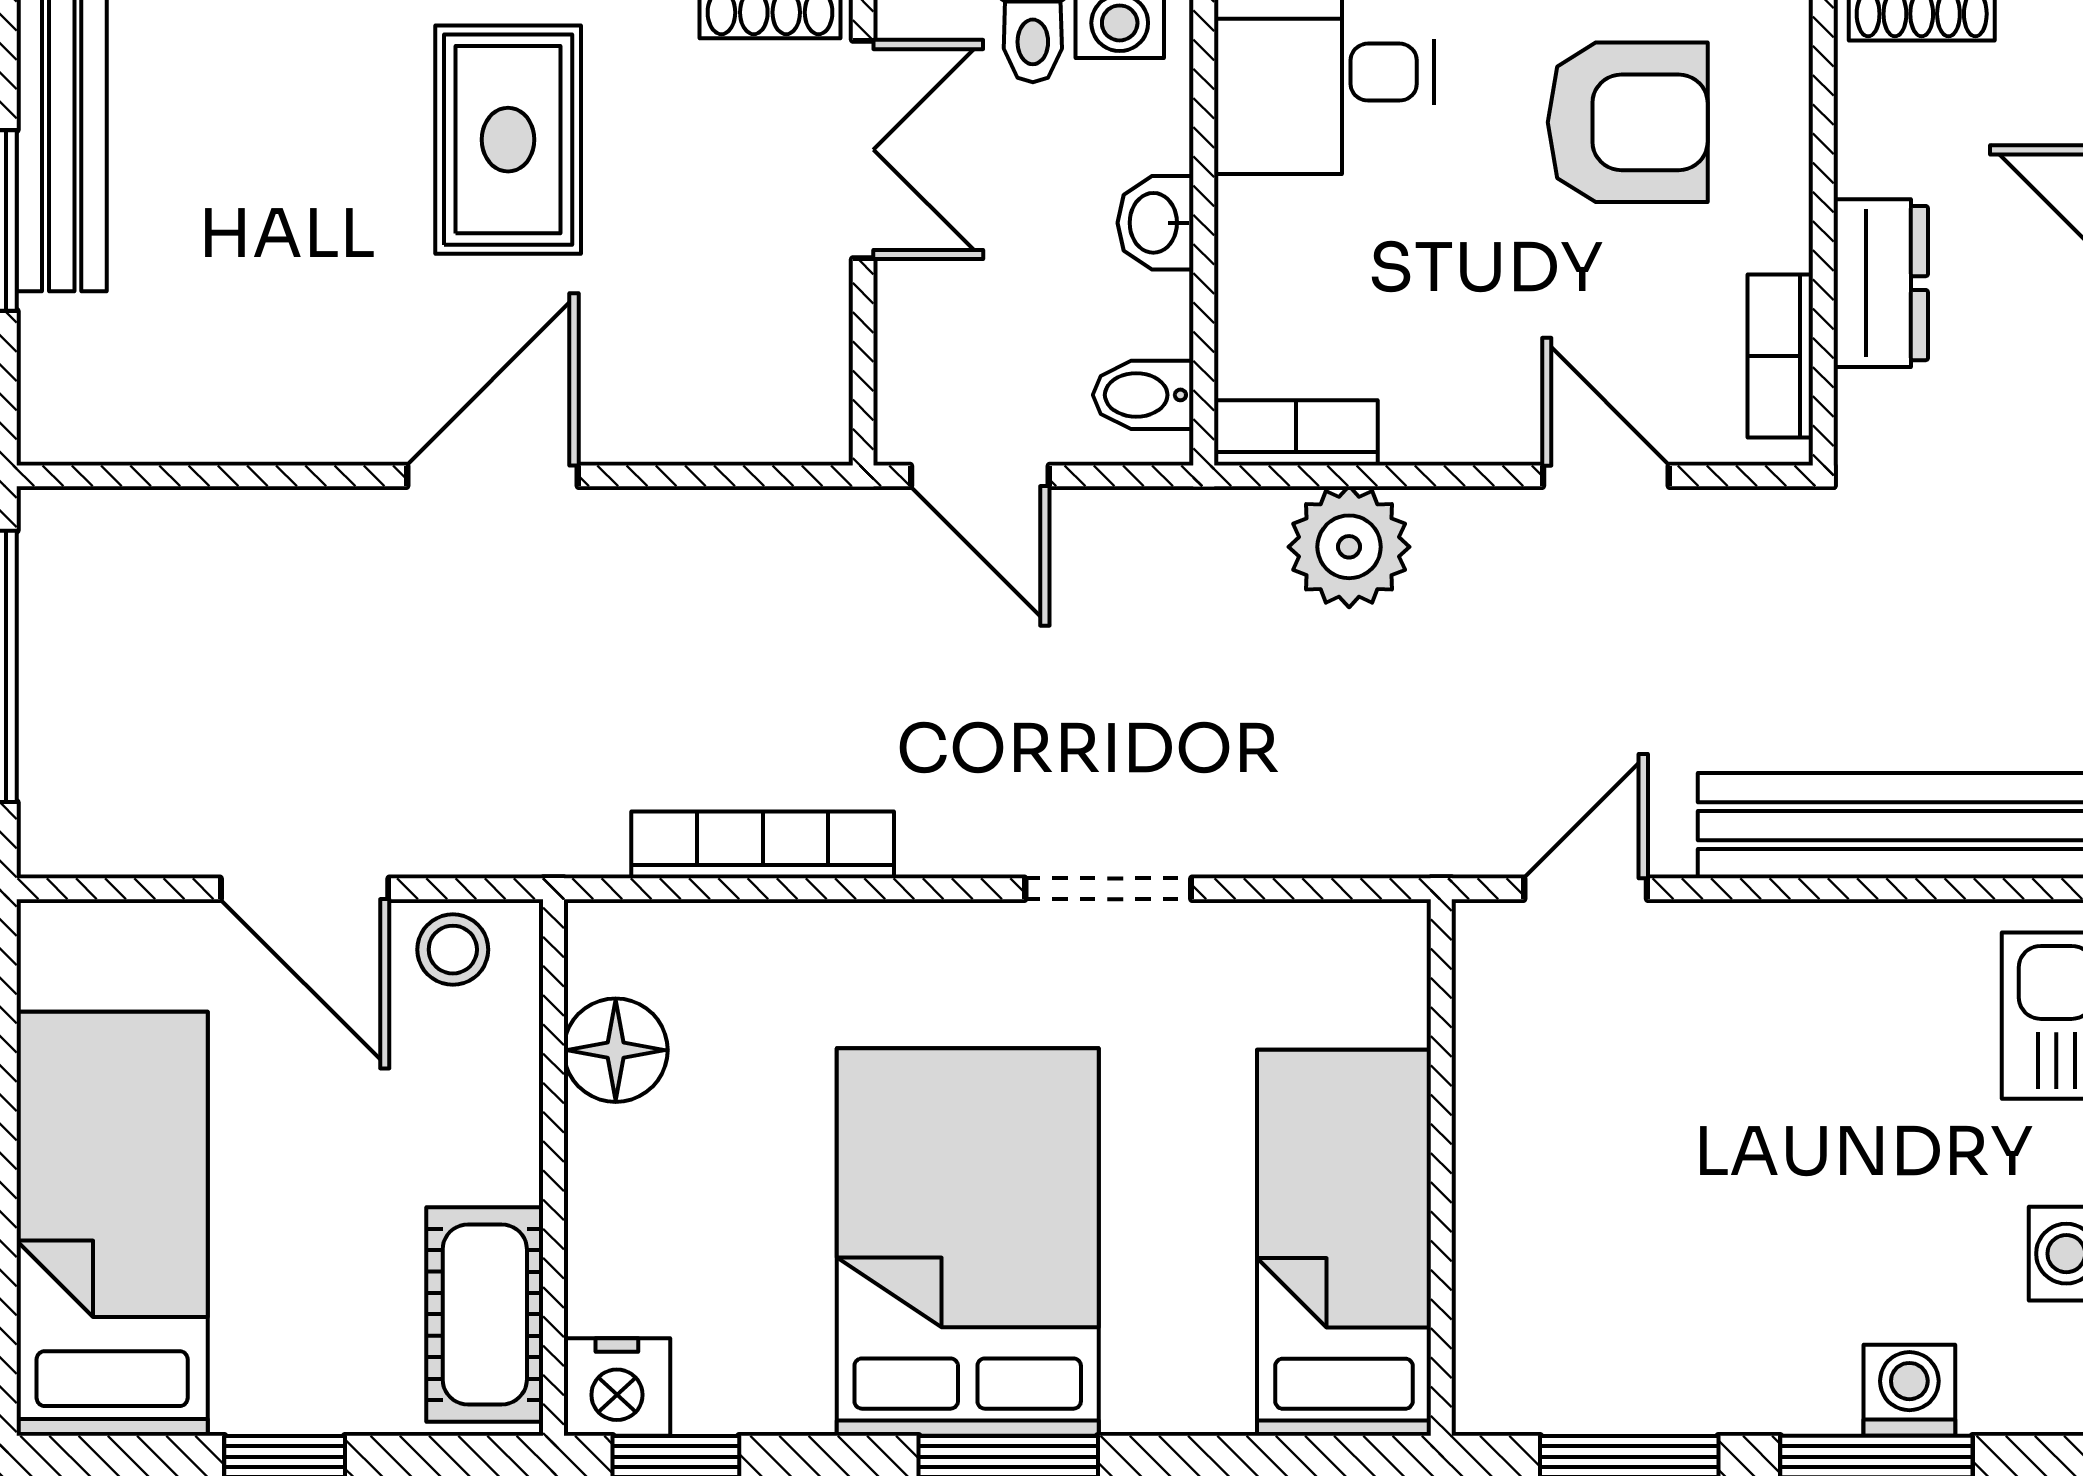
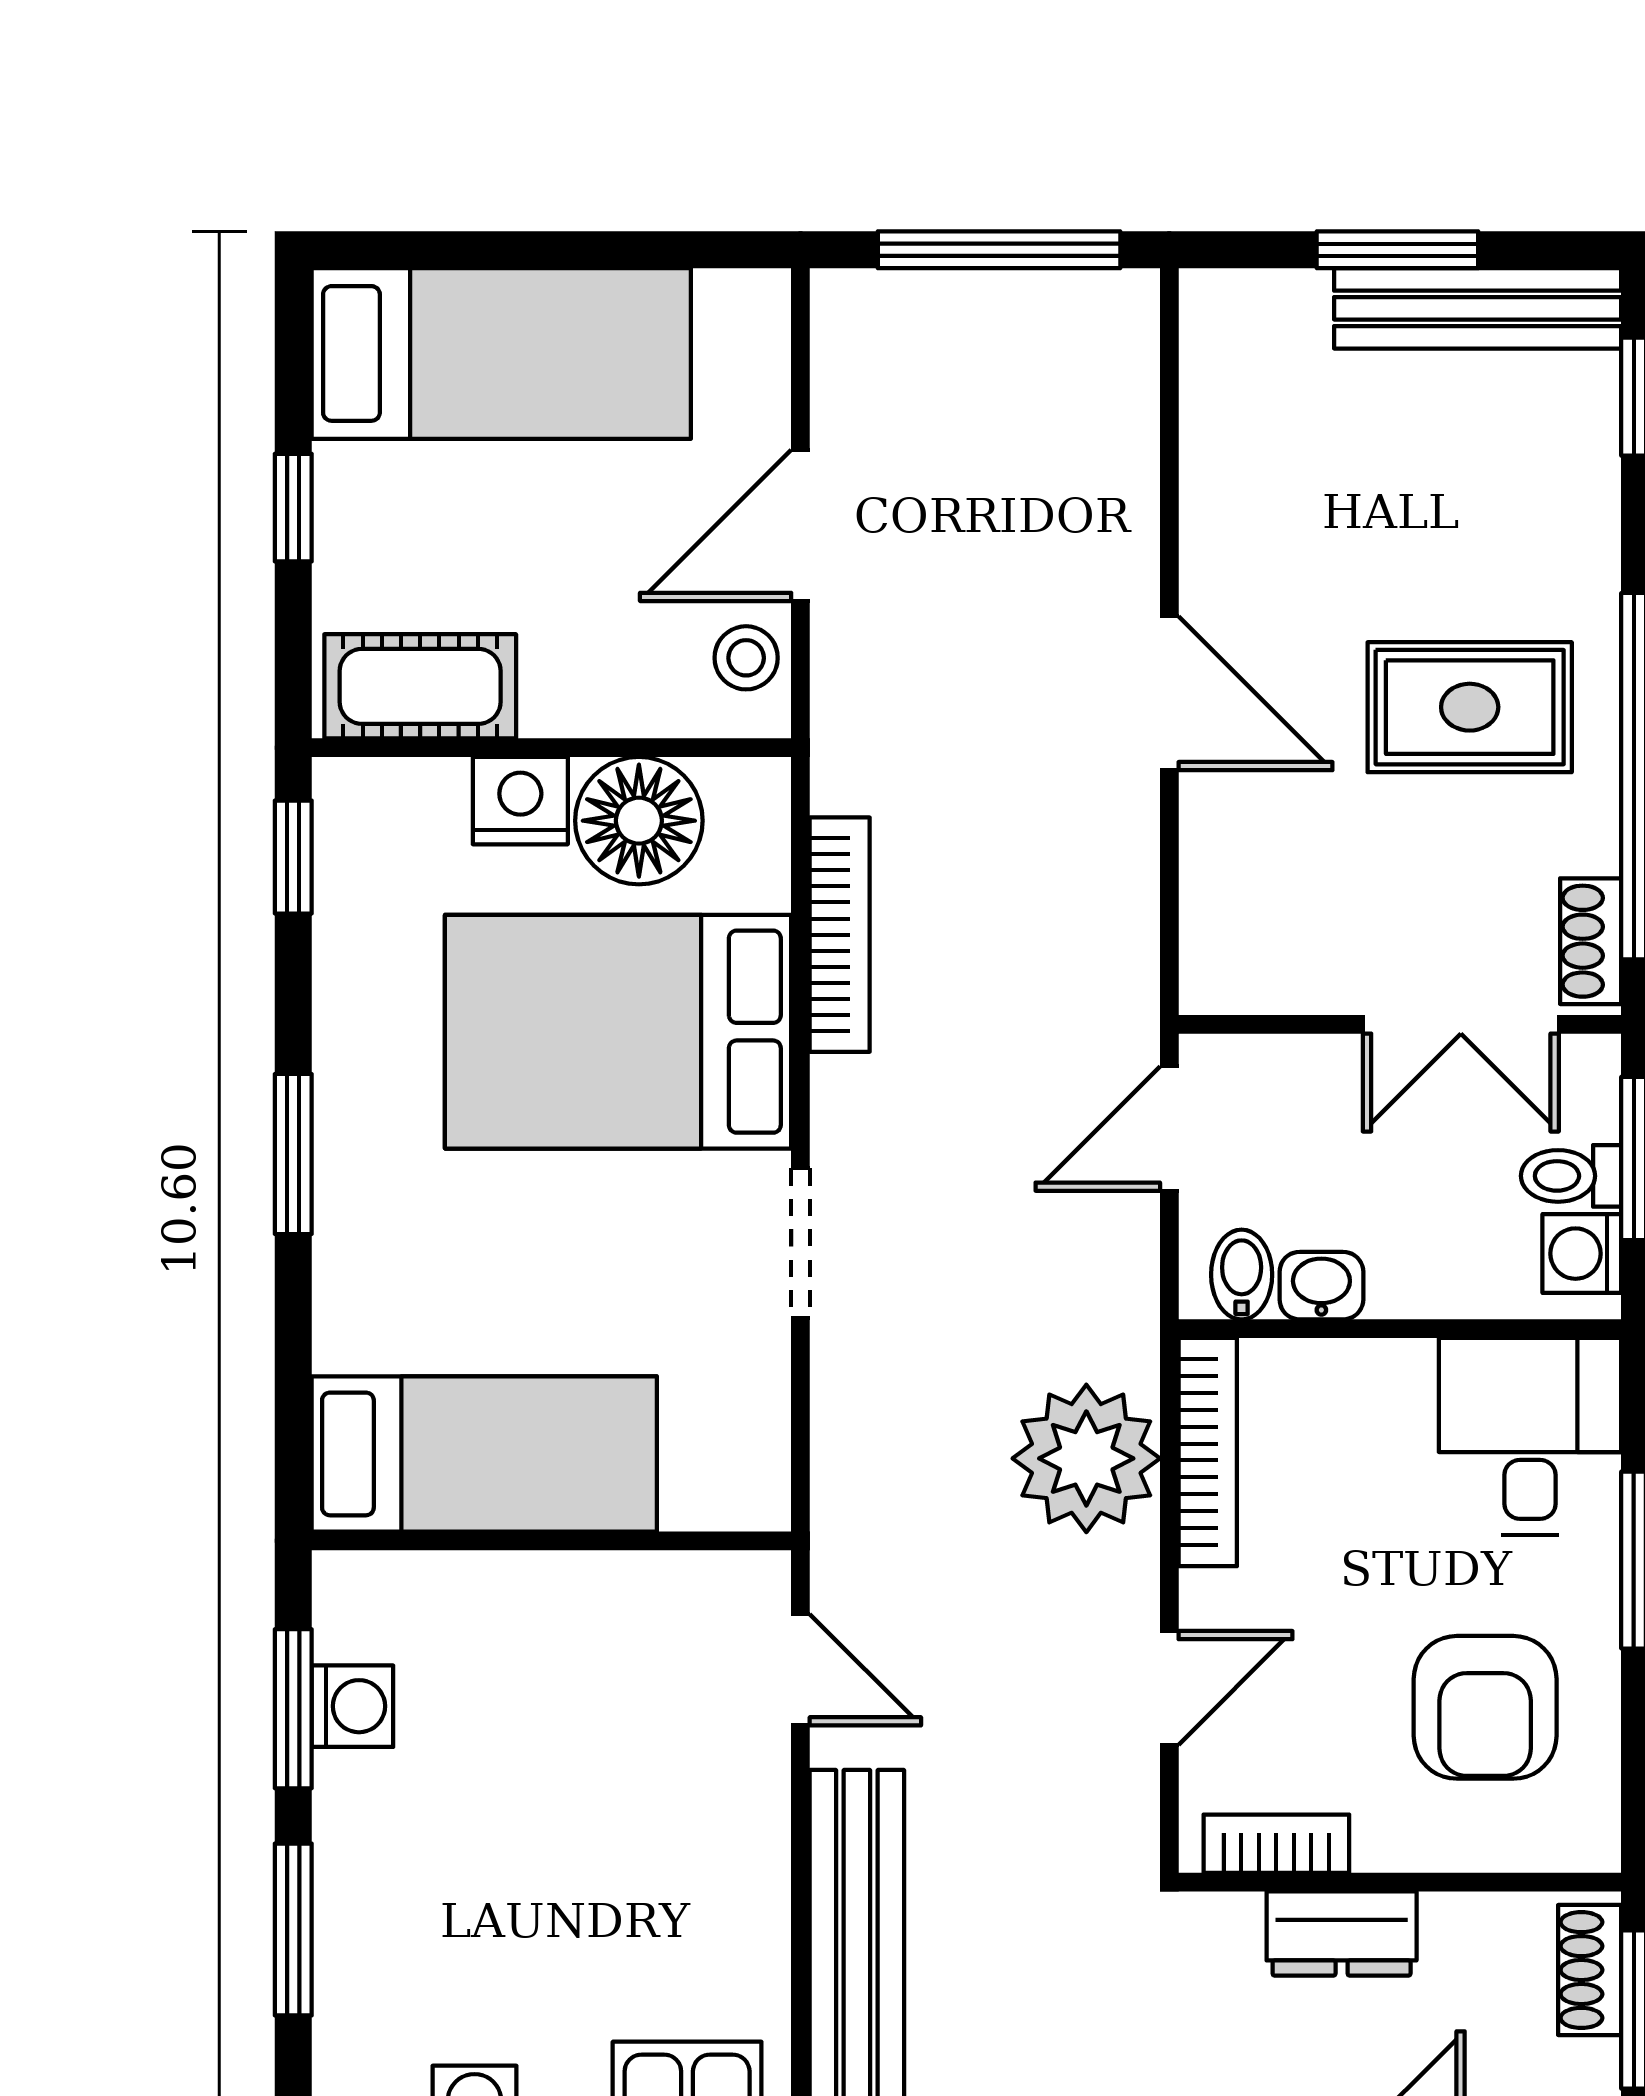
washbasin: (1156, 223) -> (1321, 1286), moved
bookcase: (1296, 433) -> (1208, 1452), width x1.56
plant: (1349, 547) -> (1086, 1458), width x1.36, depth x1.36
floor lamp: (616, 1050) -> (639, 821), width x1.38, depth x1.38
bed: (968, 1242) -> (618, 1032), moved, turned 180
nightstand: (617, 1387) -> (520, 801), moved, turned 90
washing machine: (1909, 1390) -> (352, 1706), moved

